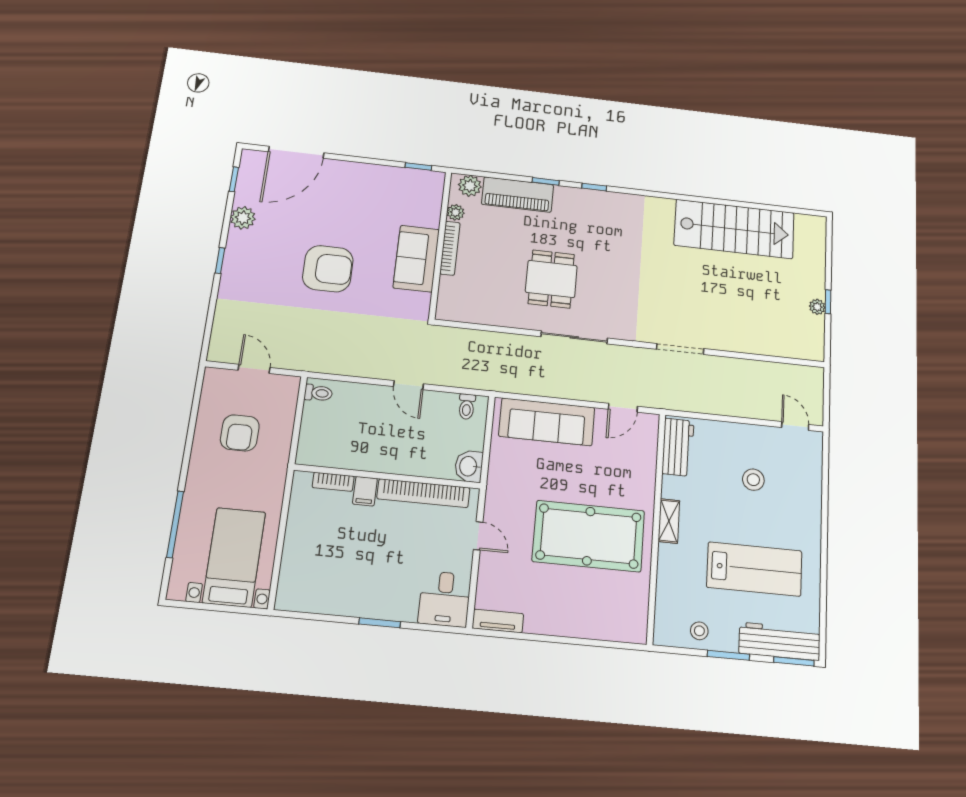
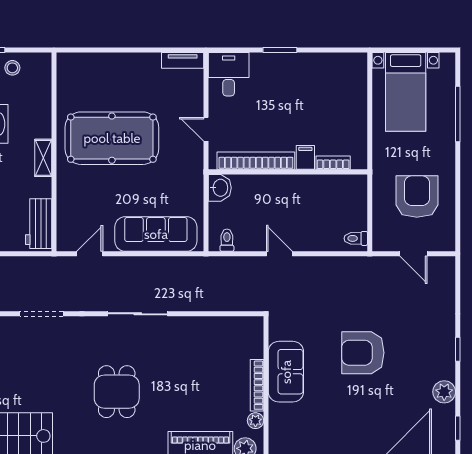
dining table: (551, 279) -> (117, 392), moved
armchair: (240, 433) -> (417, 196), width x1.36, depth x1.36

